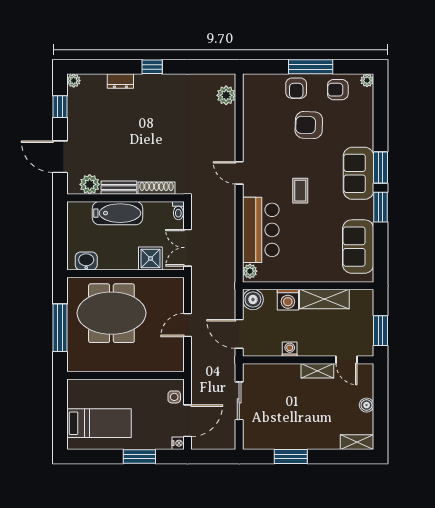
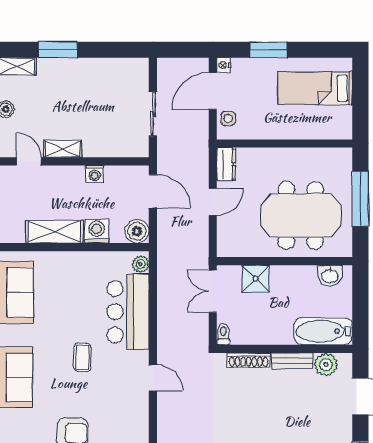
bathtub: (118, 213) -> (323, 331), moved
double door: (187, 248) -> (213, 291), swing flipped
dresser: (176, 357) -> (226, 164), added
window: (291, 456) -> (58, 50), moved

